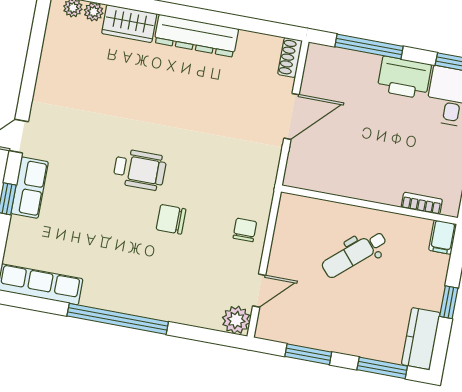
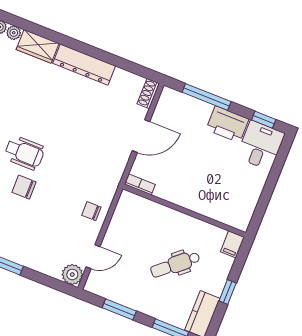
bookcase: (422, 203) -> (140, 184), moved
chair: (171, 219) -> (24, 187), moved
chair: (245, 230) -> (91, 211), turned -90
dental chair: (354, 254) -> (175, 265), moved

